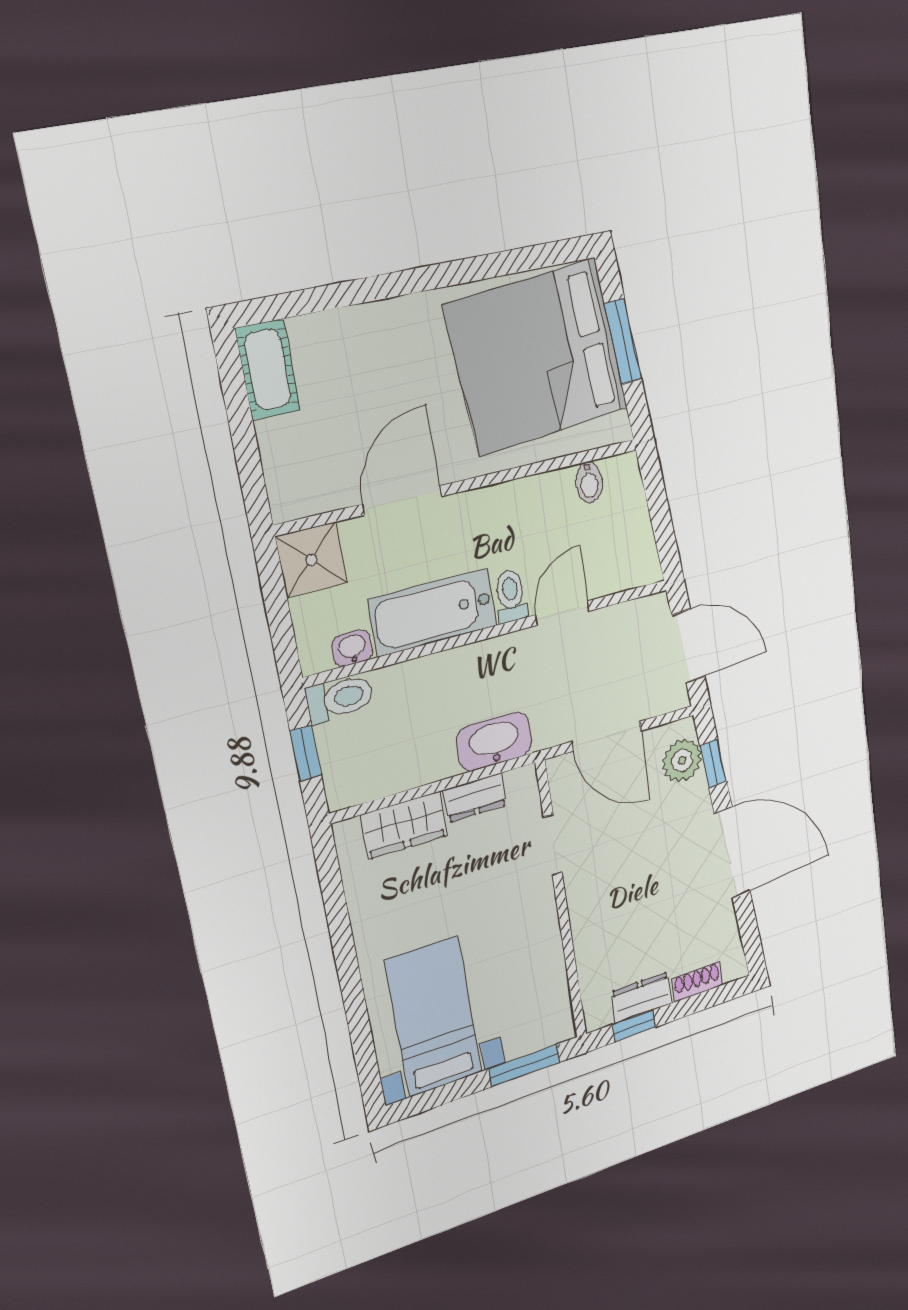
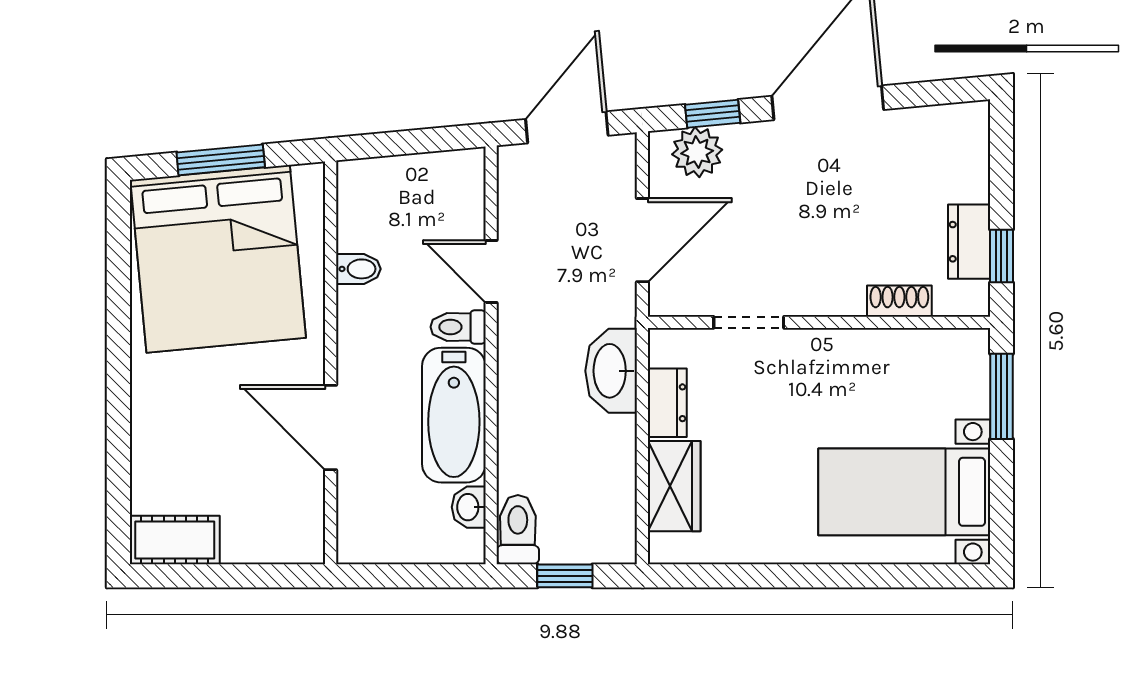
bidet: (589, 482) -> (358, 269), moved
shower: (311, 560) -> (368, 532), removed
shoe rack: (697, 982) -> (899, 301), moved, turned 90

